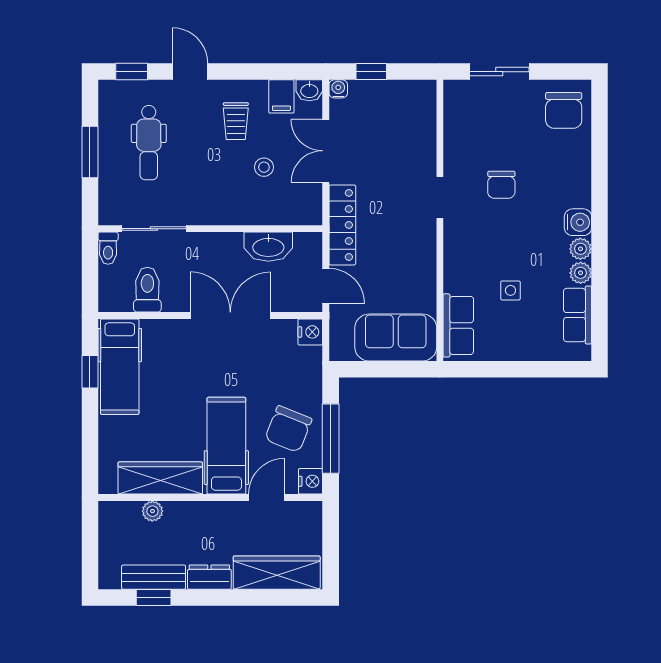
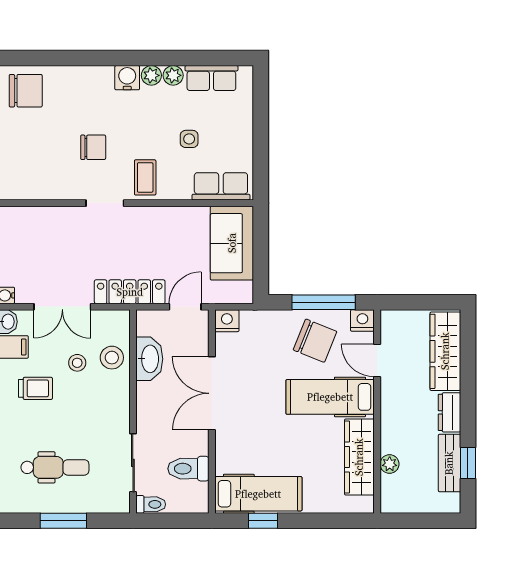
stool: (270, 205) -> (112, 358), added
coffee table: (468, 242) -> (145, 177), added

